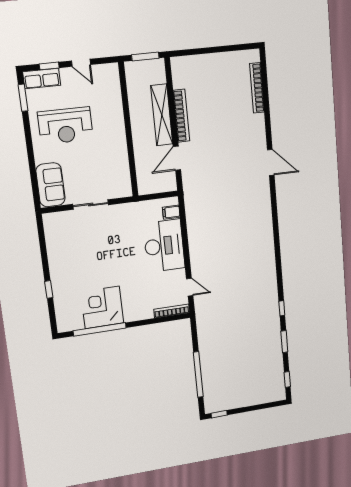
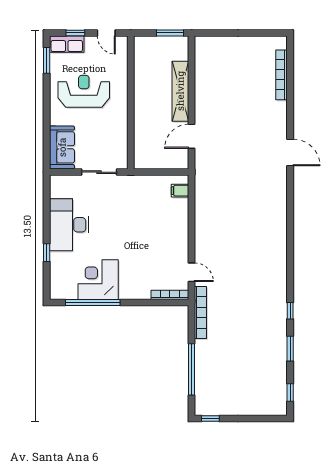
bookcase: (181, 116) -> (200, 312), moved
reception desk: (65, 126) -> (84, 91), turned 180
wall: (128, 130) -> (131, 102), moved
desk: (164, 246) -> (69, 225), moved, turned 180

